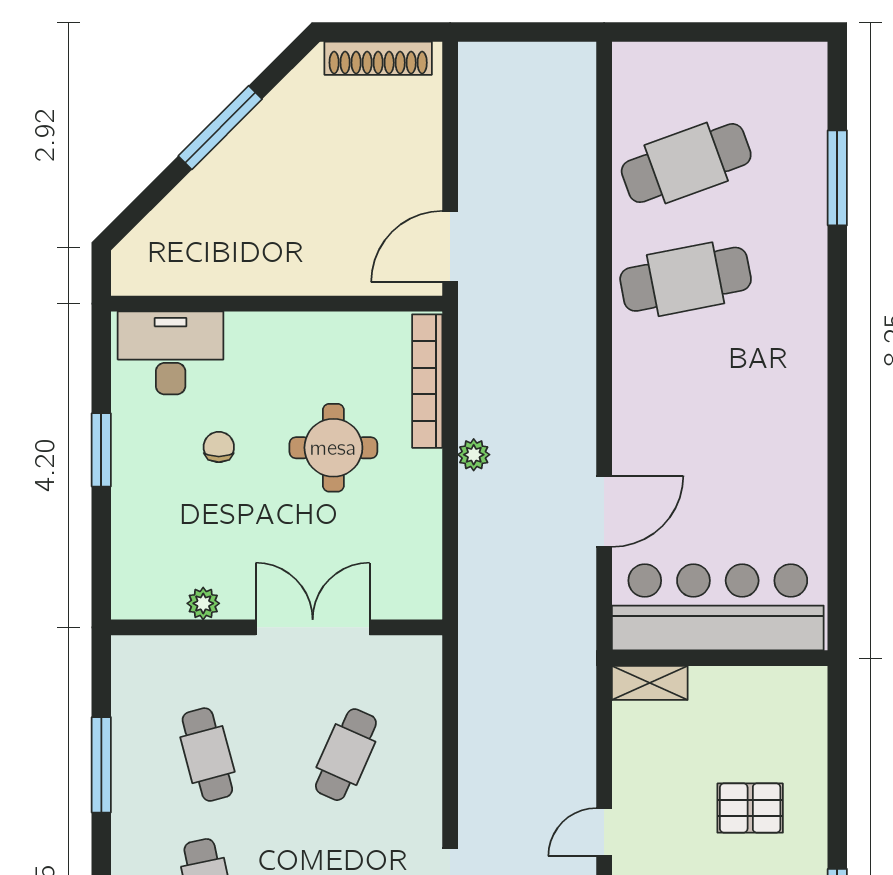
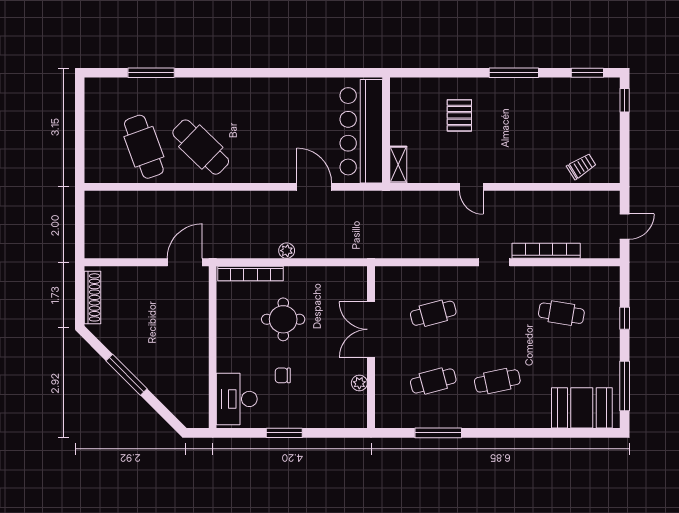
door: (450, 246) -> (185, 262), swing flipped
cafe table: (686, 279) -> (201, 147), turned -35
cafe table: (346, 755) -> (433, 313), turned -39

